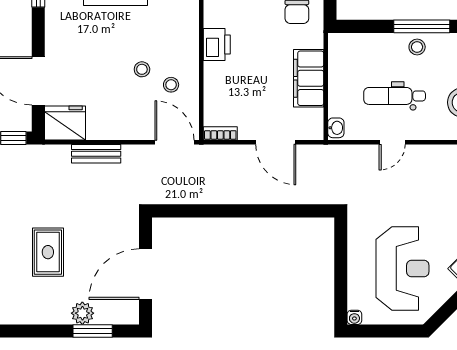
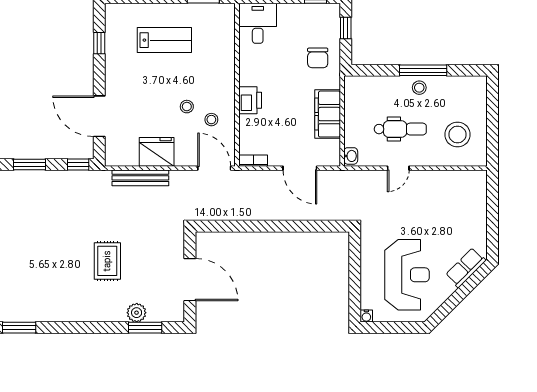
printer: (217, 44) -> (250, 100), moved
dental chair: (395, 96) -> (400, 129), turned 180
fridge: (65, 123) -> (157, 152), moved
bench: (96, 154) -> (140, 178), width x1.36
door: (146, 274) -> (190, 280), swing flipped

